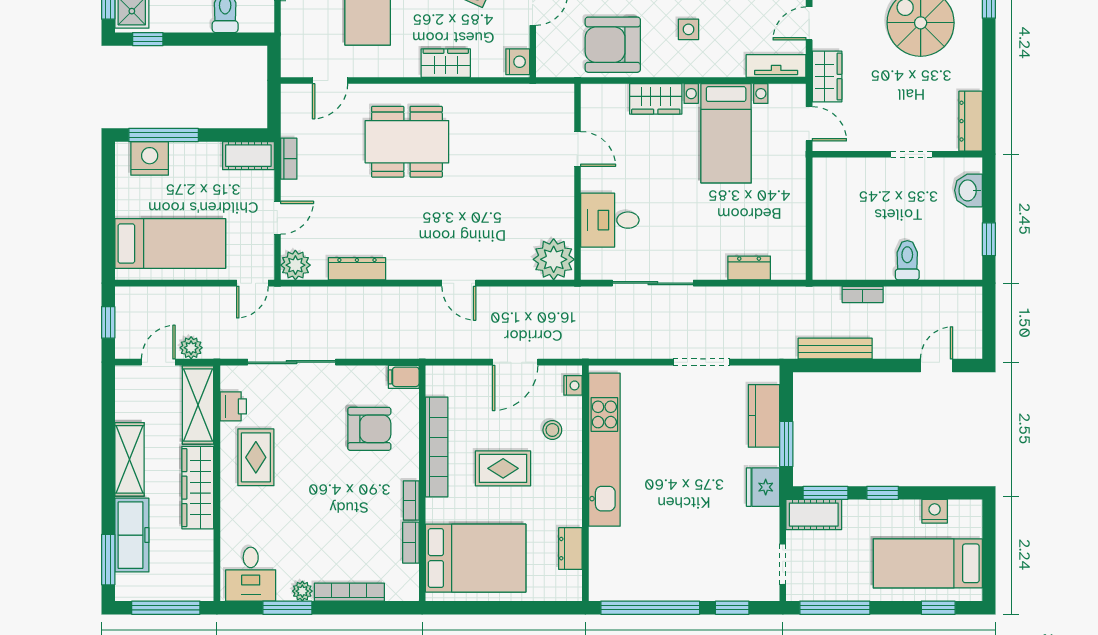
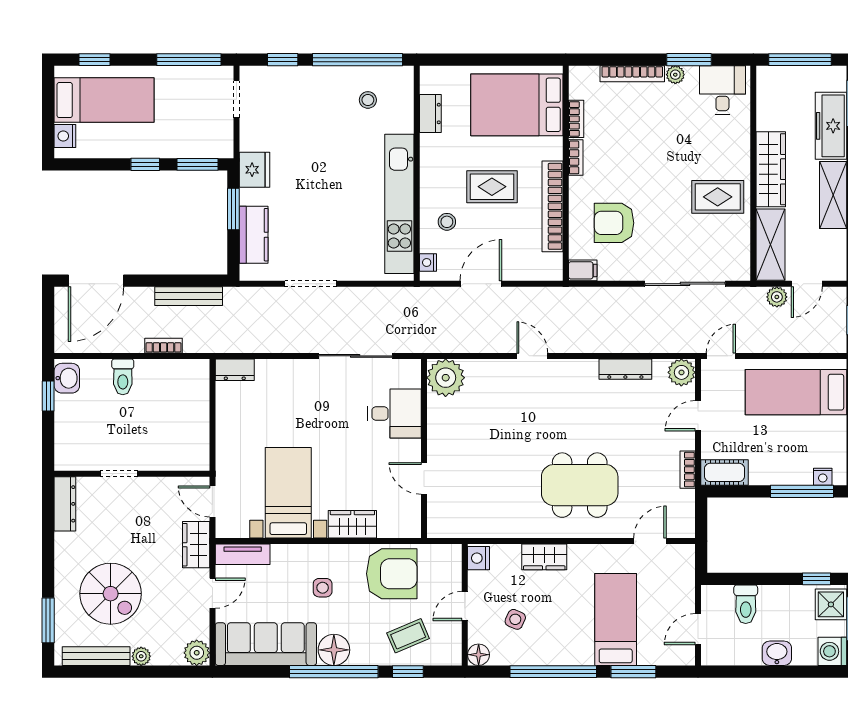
nightstand: (150, 158) -> (823, 477), width x0.53, depth x0.56
washbasin: (968, 190) -> (67, 378), moved
dresser: (749, 268) -> (235, 370), moved
door: (937, 366) -> (96, 281), width x1.88
printer: (233, 406) -> (738, 243), removed
rug: (256, 457) -> (718, 197), turned 90
nightstand: (935, 511) -> (65, 136), moved, turned 90
cot: (814, 515) -> (208, 145), removed
stool: (639, 563) -> (368, 100), added

